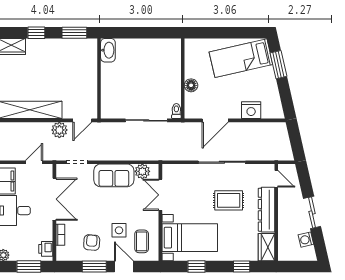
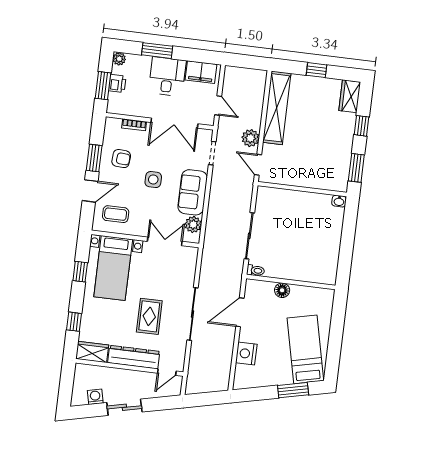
washbasin: (108, 50) -> (339, 201), width x0.52, depth x0.69
door: (215, 120) -> (240, 312), hinge flipped
side table: (119, 230) -> (153, 180), moved
printer: (46, 249) -> (117, 84), moved, turned 90

